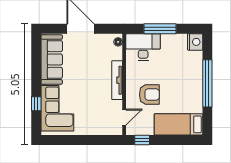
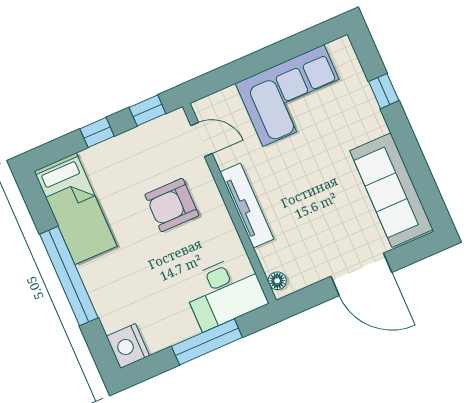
corner sofa: (57, 108) -> (293, 96), moved, turned -90
door: (124, 117) -> (202, 140), swing flipped
bed: (178, 124) -> (76, 209), moved, turned 90
window: (168, 140) -> (97, 132), added

